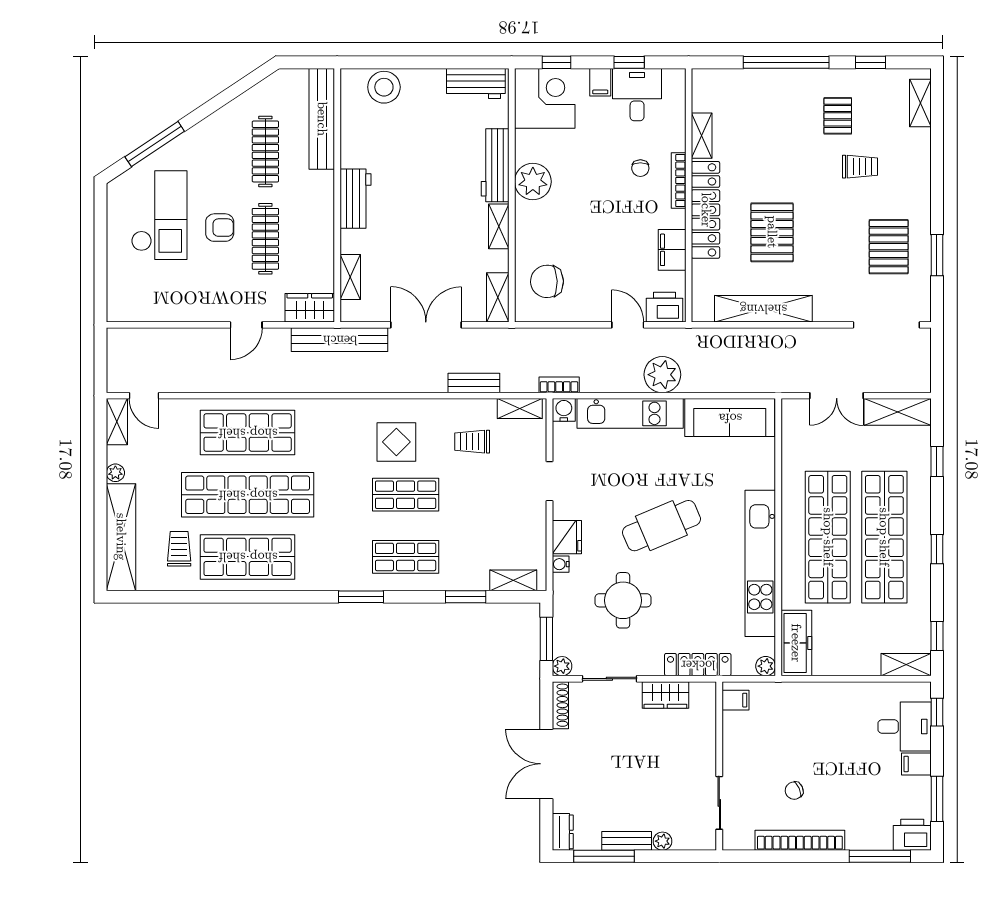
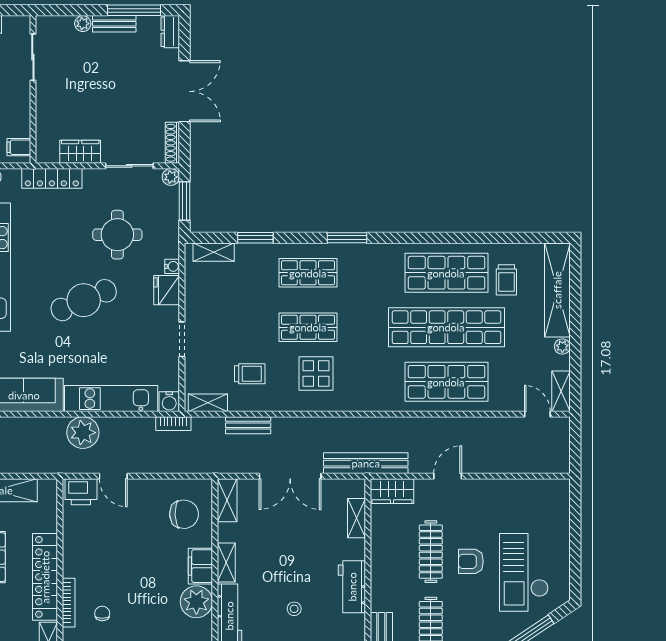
stool: (421, 174) -> (294, 609), added
filing cabinet: (672, 250) -> (200, 566), moved, turned 180

